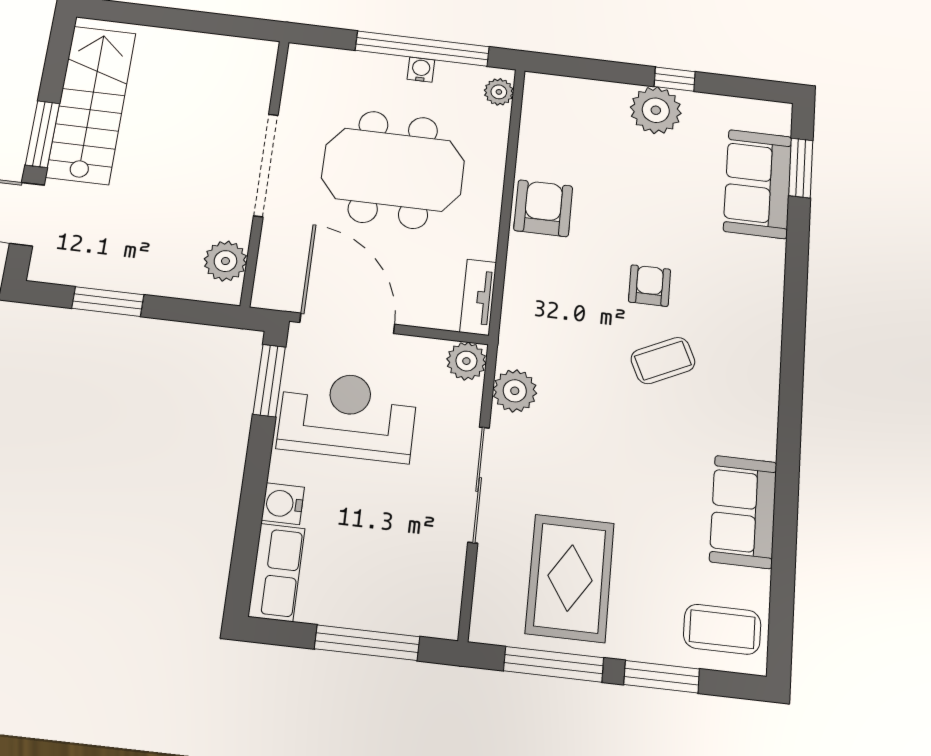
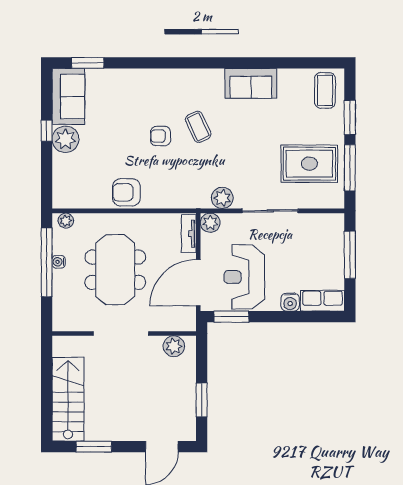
stairs: (91, 105) -> (68, 399), moved, turned 90
window: (43, 134) -> (94, 447), moved
sofa: (758, 184) -> (68, 96), moved, turned -90
tv unit: (478, 297) -> (189, 234), moved, turned 90
sofa: (743, 512) -> (251, 83), moved

